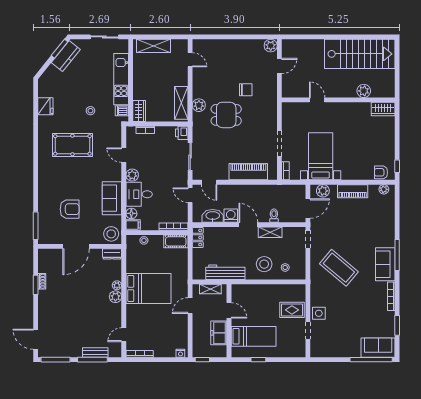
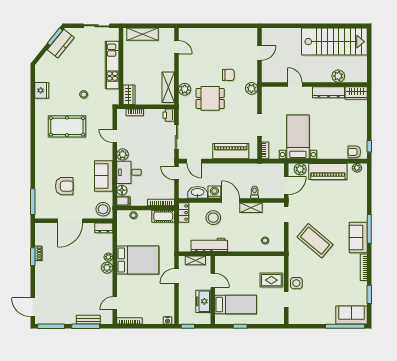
plant: (271, 46) -> (252, 88), moved
dresser: (353, 108) -> (329, 92), added
dishwasher: (122, 111) -> (113, 95), removed
piano: (353, 191) -> (328, 171), width x1.37, depth x1.33
stool: (264, 264) -> (213, 218), moved

